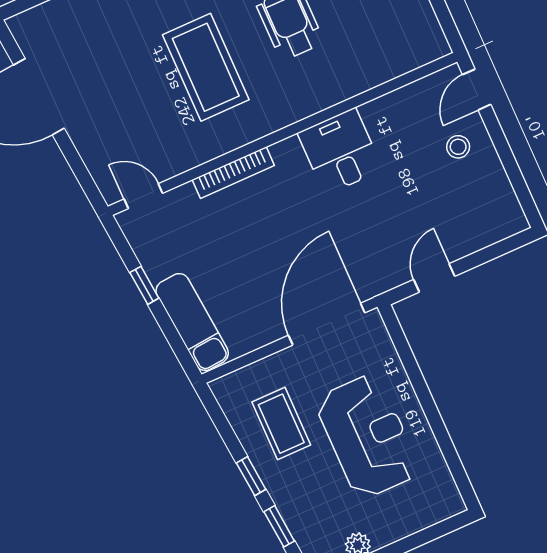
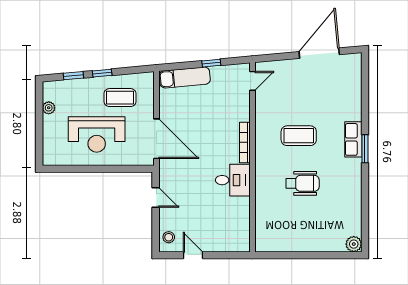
coffee table: (206, 67) -> (299, 136), width x0.73, depth x0.76
door: (477, 90) -> (193, 255), moved
stool: (458, 147) -> (169, 237), moved
bookcase: (233, 173) -> (245, 142), moved

